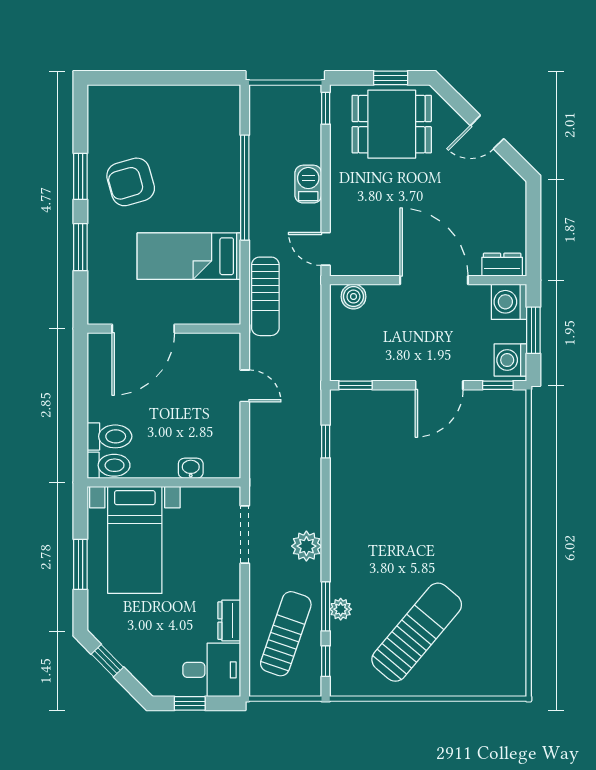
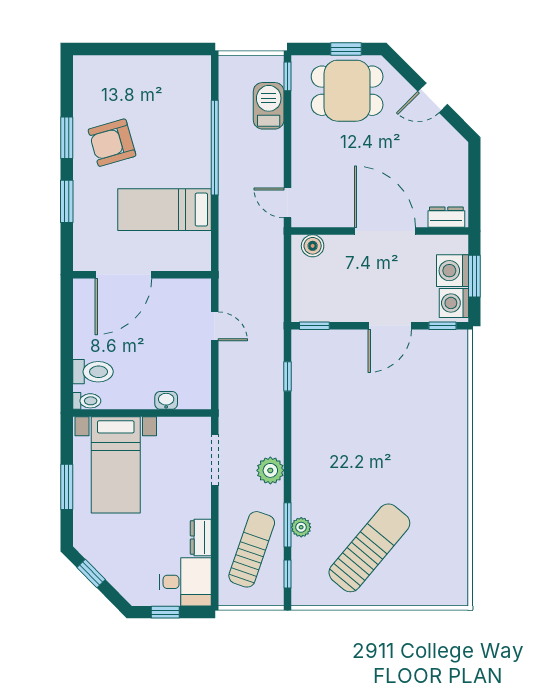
barbecue: (308, 184) -> (269, 106), moved, width x1.38, depth x1.27
sun lounger: (265, 296) -> (233, 246), removed
washing machine: (509, 302) -> (452, 271), moved
toilet: (109, 465) -> (87, 401), width x0.73, depth x0.72

